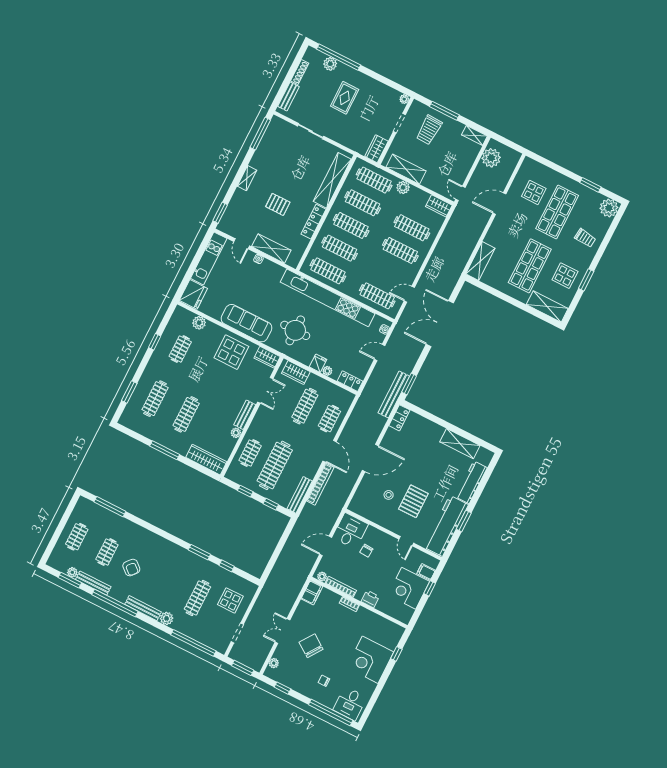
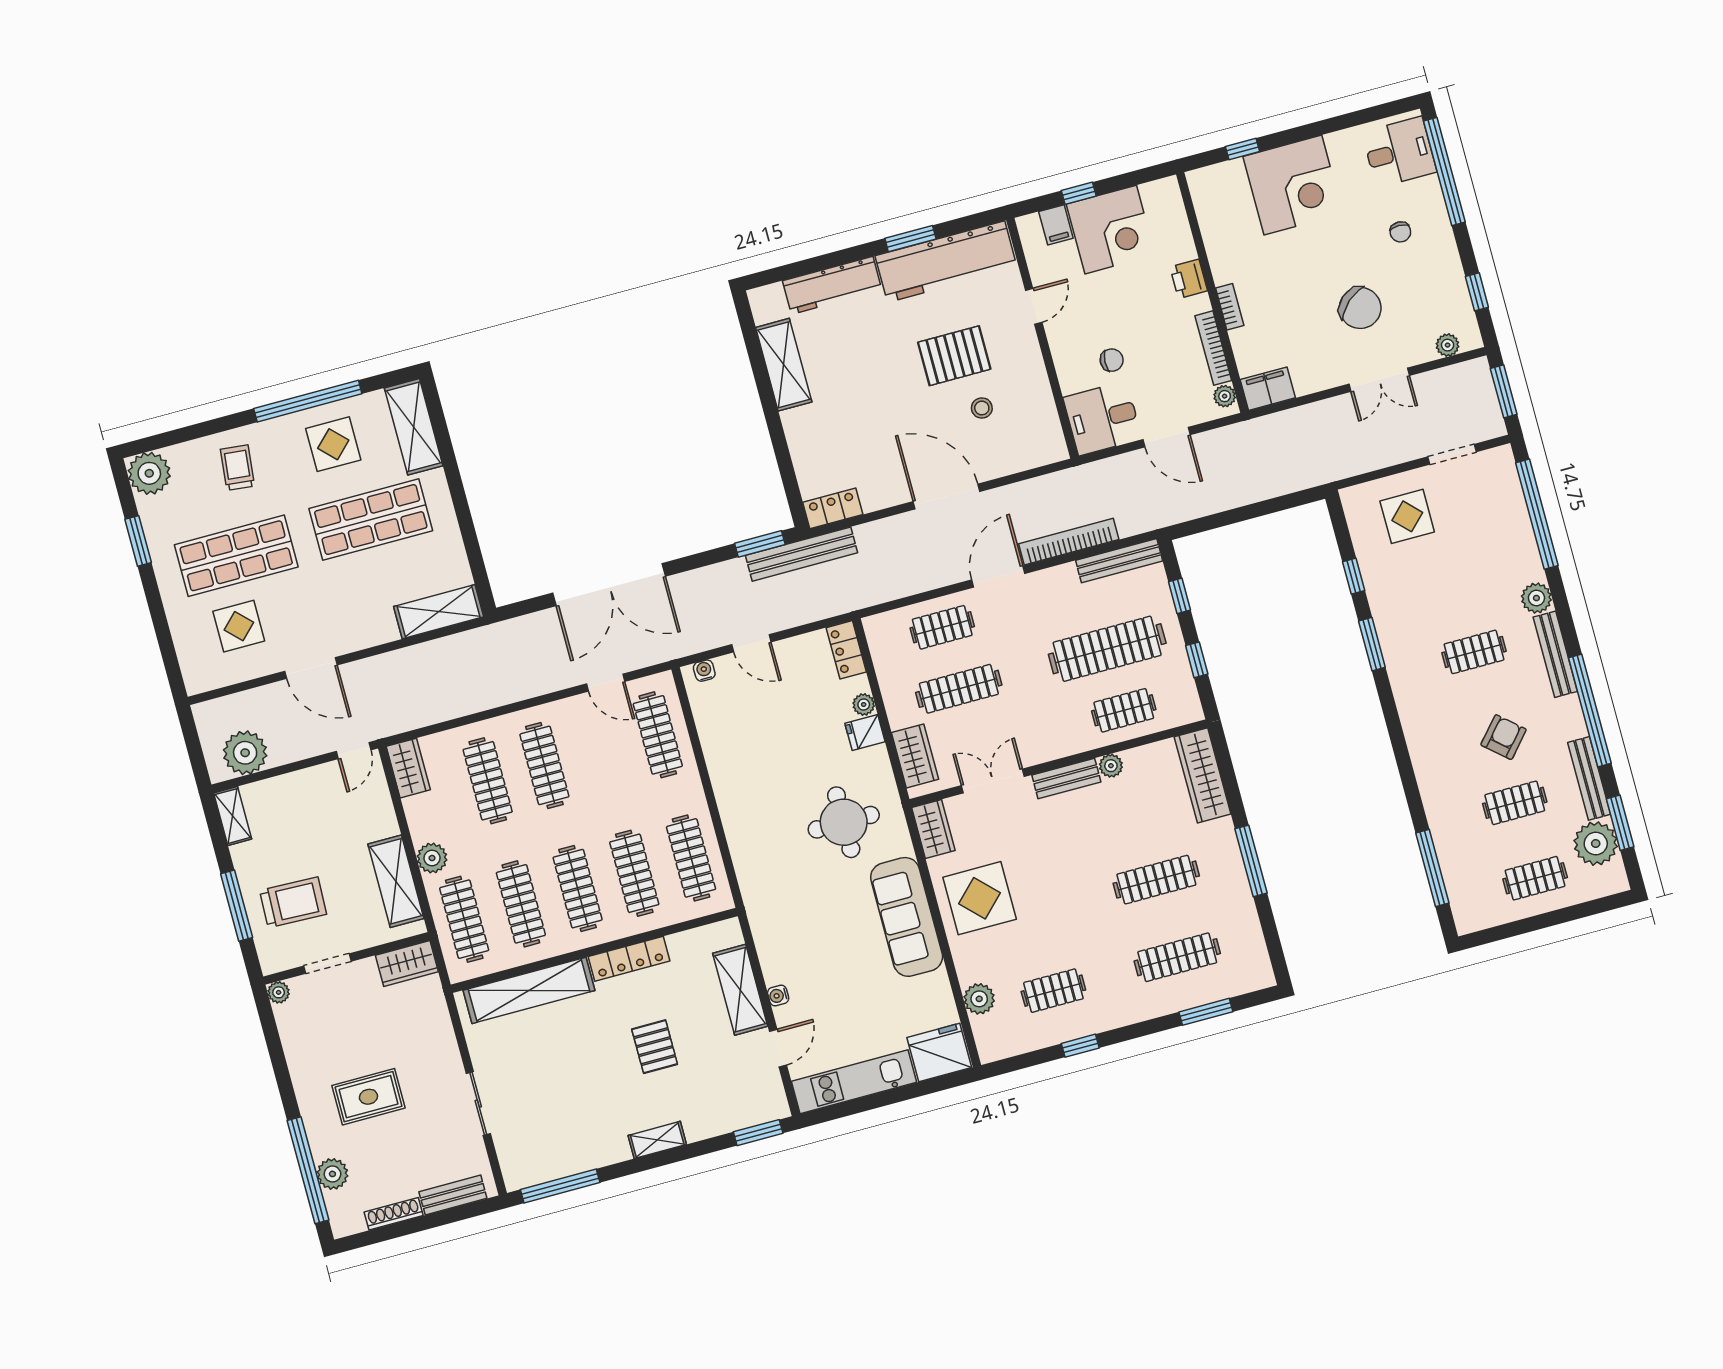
window: (586, 280) -> (308, 401), width x2.11
kitchen unit: (328, 298) -> (738, 817), removed
plant: (72, 572) -> (1596, 844), width x1.87, depth x1.87
clothes rail: (197, 598) -> (1474, 652), moved, width x0.73
chair: (311, 646) -> (1360, 308), turned -77

